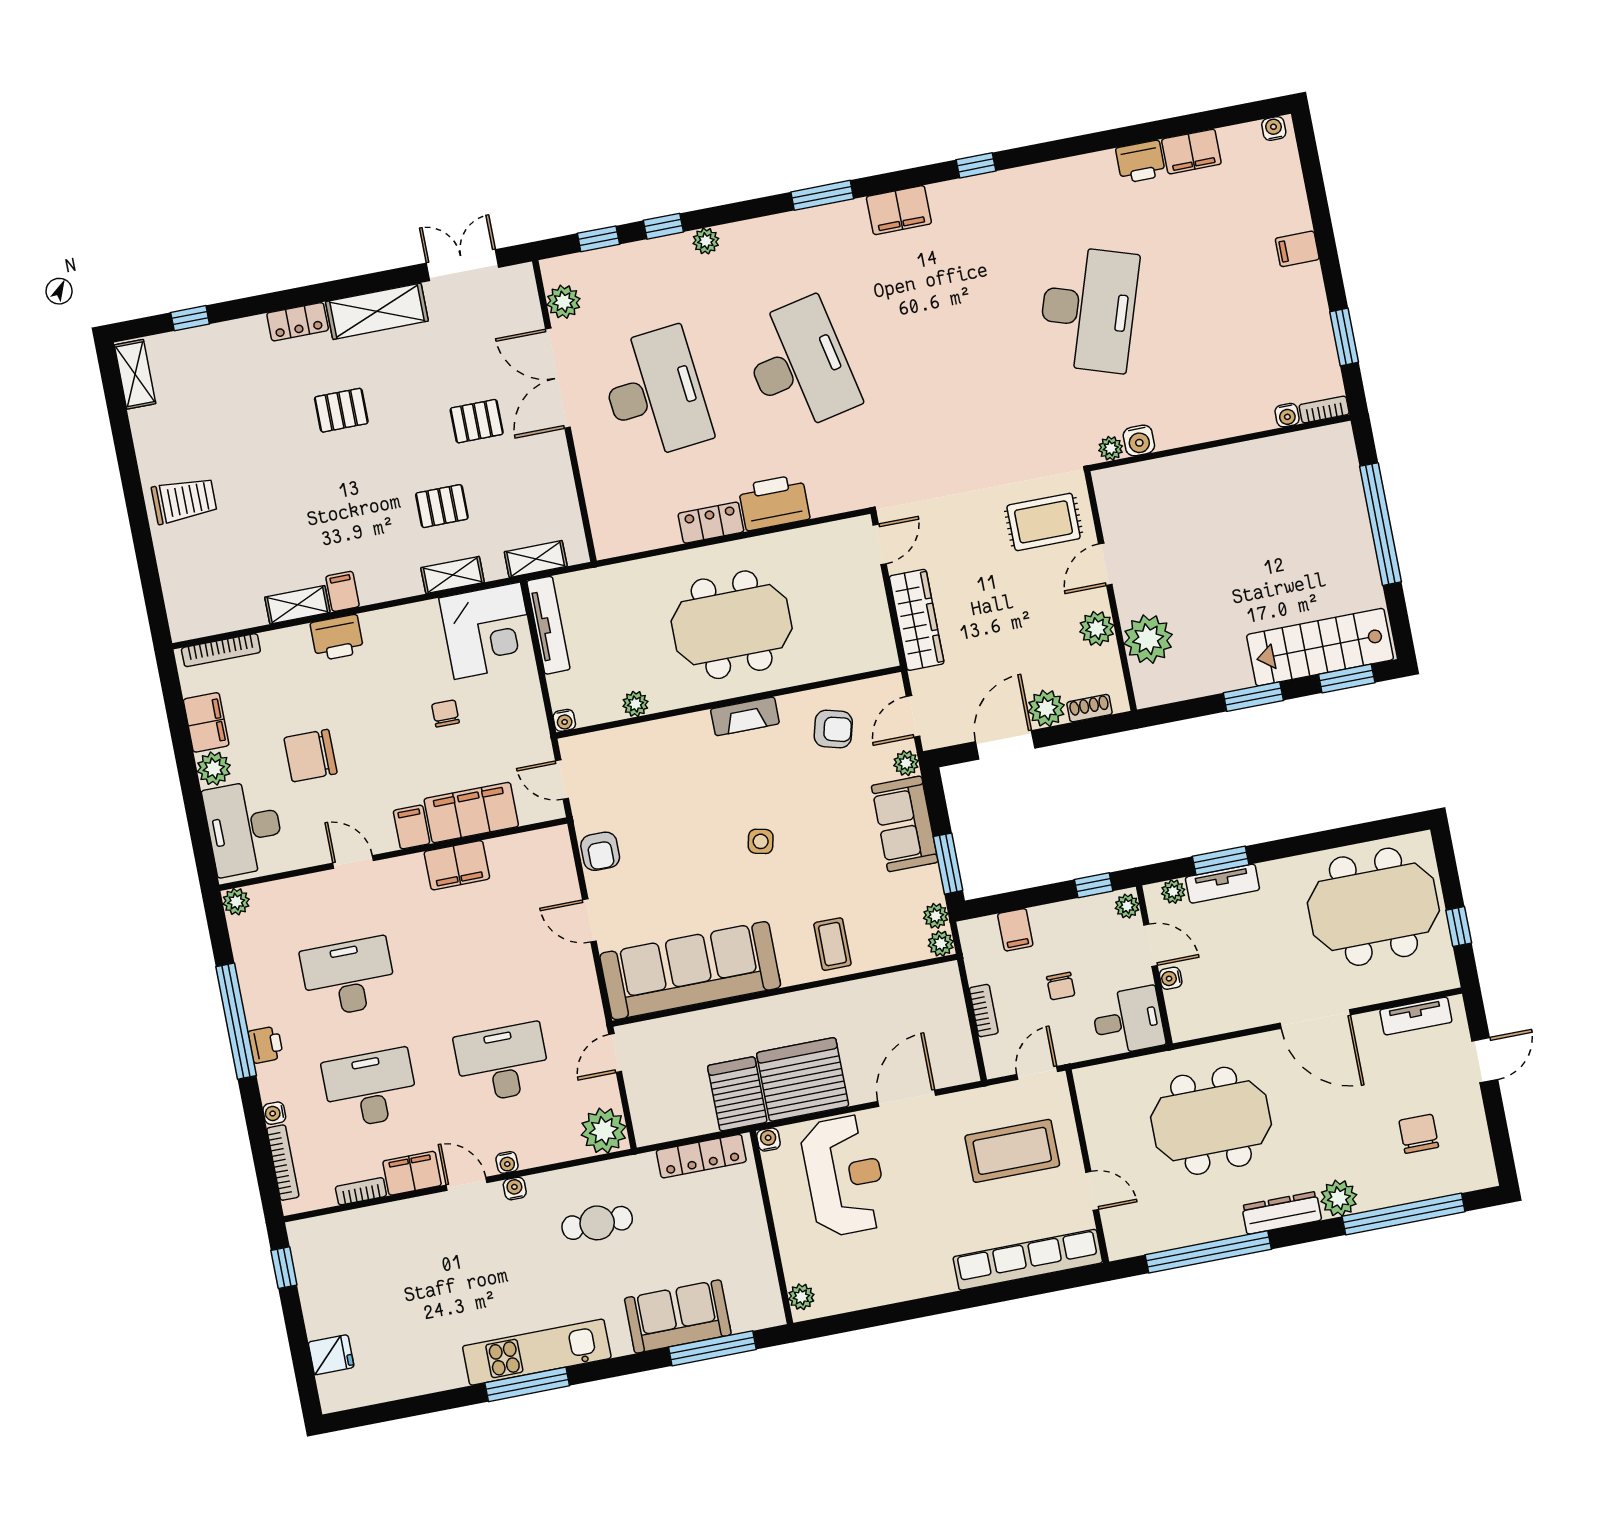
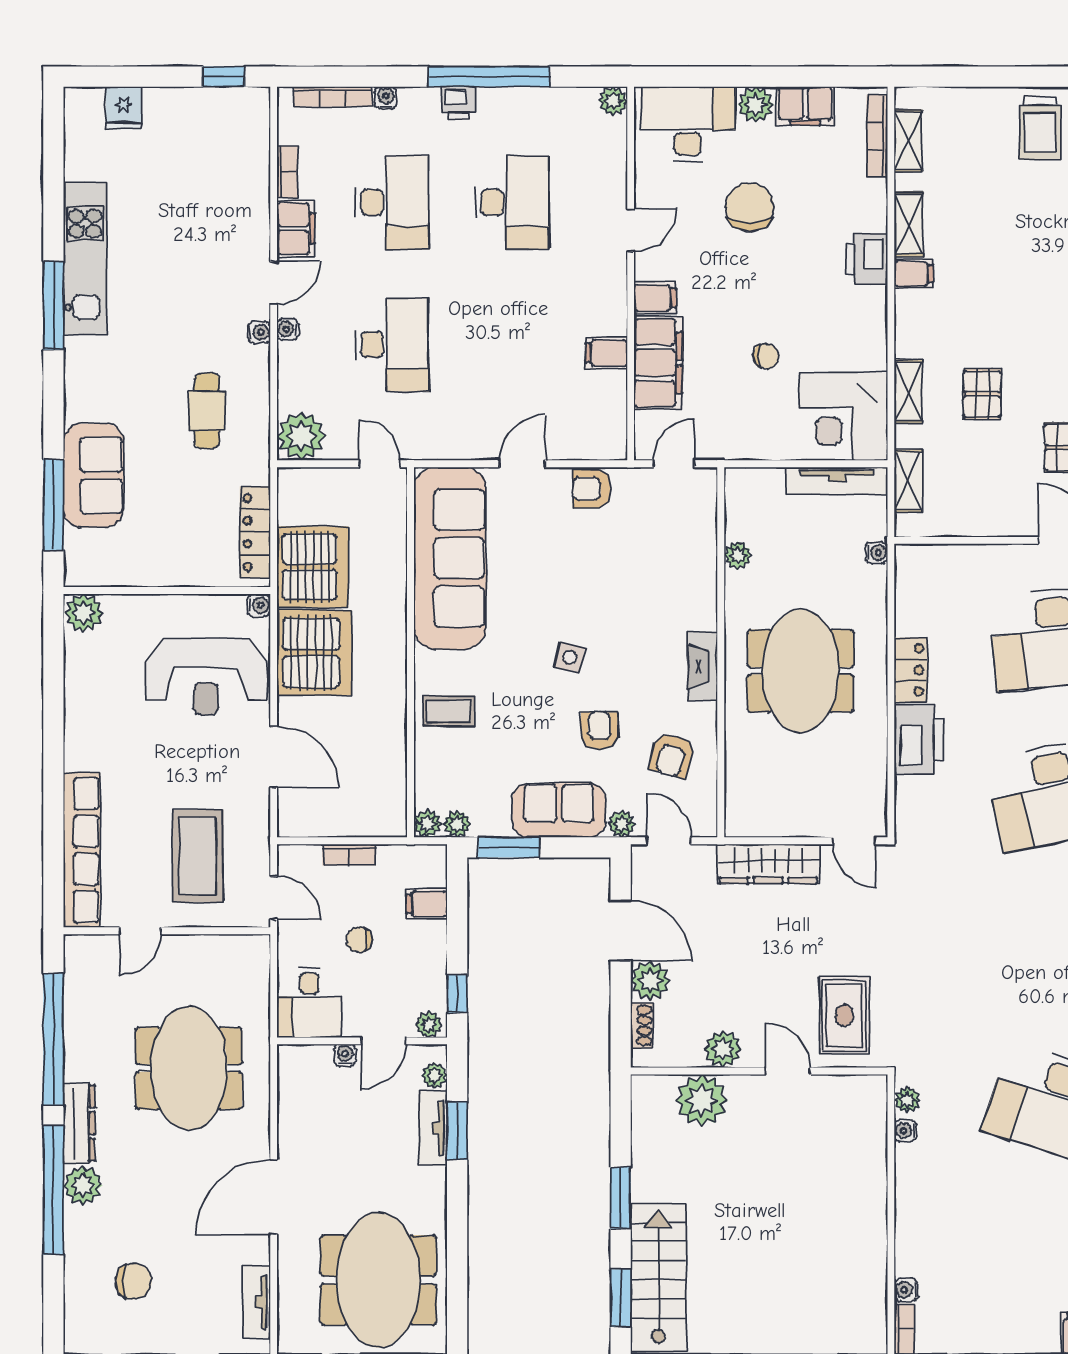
water cooler: (1139, 441) -> (905, 1131), width x0.72, depth x0.72
shelving: (220, 620) -> (908, 141), added
water cooler: (564, 720) -> (877, 553), moved, turned 180
armchair: (823, 801) -> (599, 731), added
filing cabinet: (457, 865) -> (606, 353), width x0.50
server rack: (737, 1094) -> (313, 567), width x1.60
window: (1404, 1214) -> (53, 1190), moved
plant: (801, 1297) -> (84, 613), width x1.38, depth x1.38
kitchen unit: (537, 1352) -> (85, 259), moved

